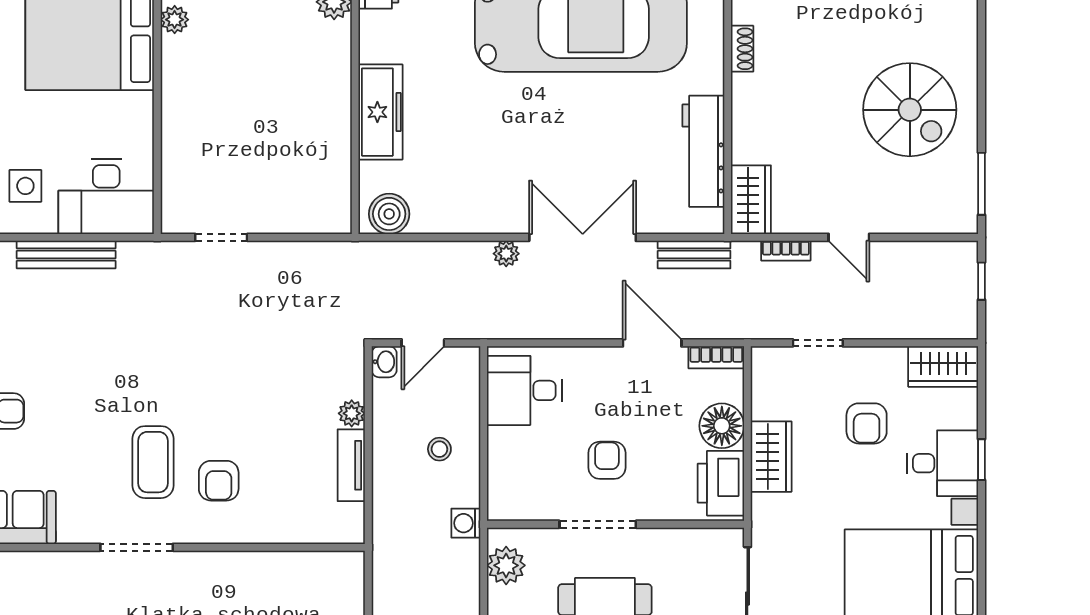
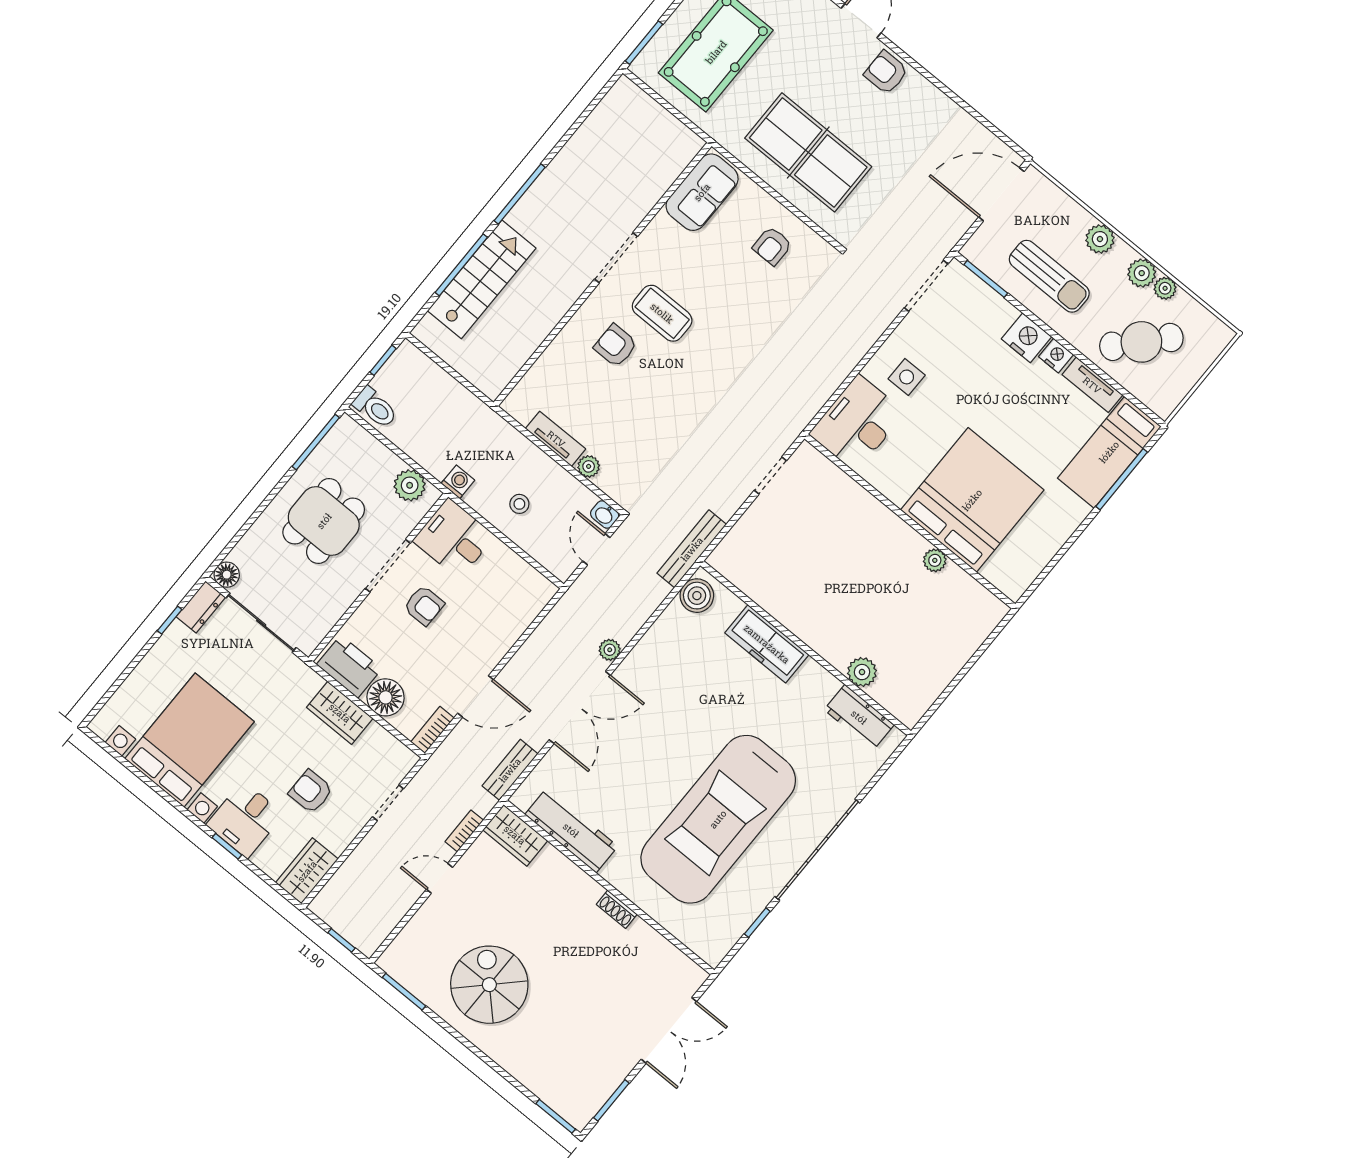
spiral stairs: (910, 110) -> (489, 985), turned 90
bench: (66, 255) -> (692, 549), moved
desk: (524, 390) -> (454, 538), moved, turned -90

